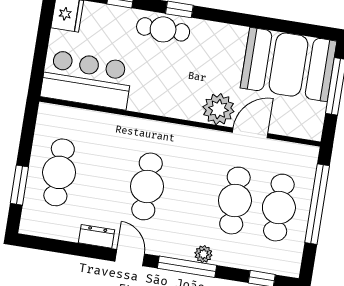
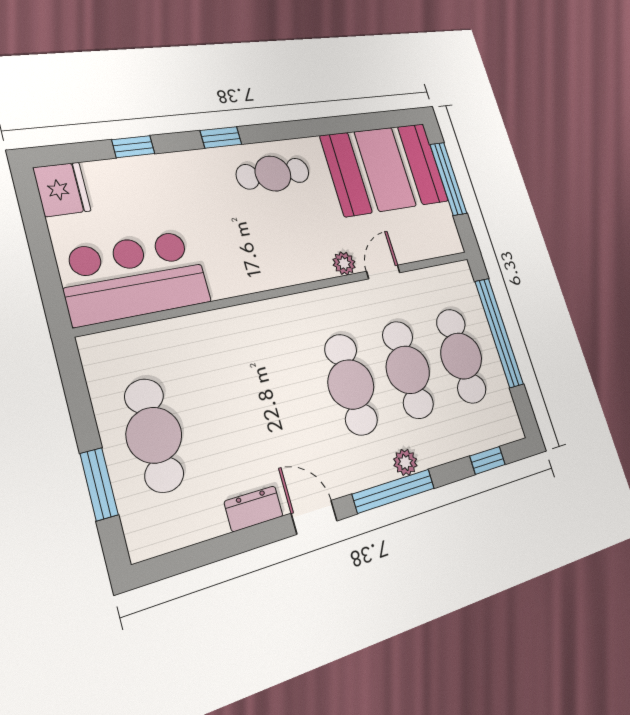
cafe table: (163, 29) -> (273, 174), moved
plant: (218, 109) -> (344, 263), width x0.53, depth x0.53
door: (250, 133) -> (383, 272), width x0.73
cafe table: (147, 186) -> (351, 384), moved

